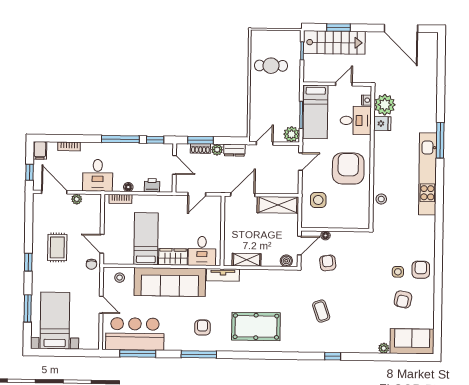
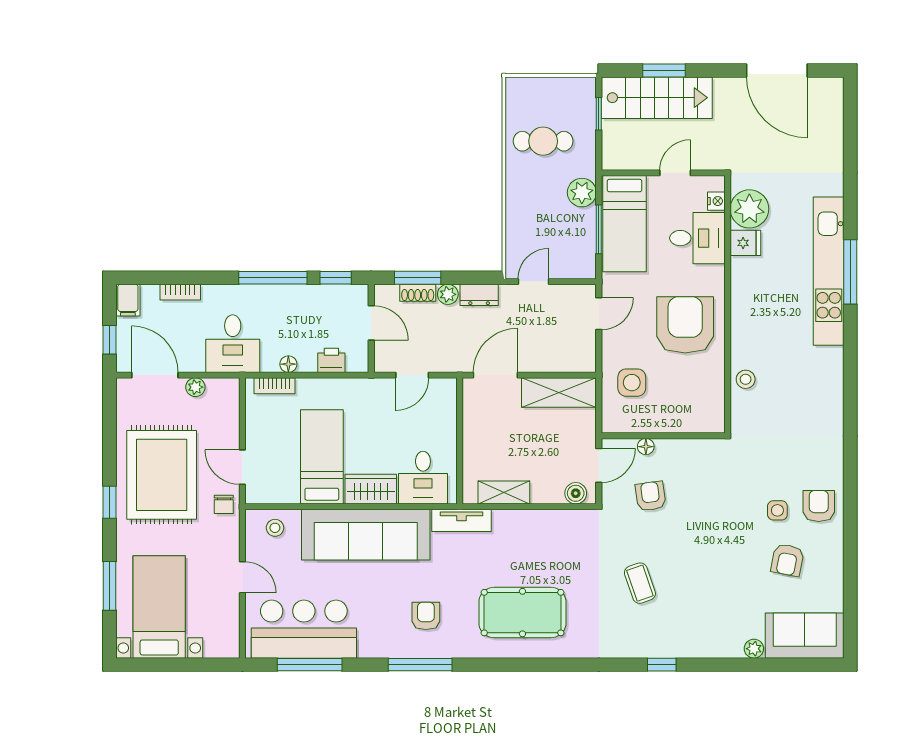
plant: (291, 134) -> (582, 193), moved
kitchen unit: (428, 174) -> (829, 271), moved
rug: (57, 247) -> (162, 475), width x1.86, depth x2.06

